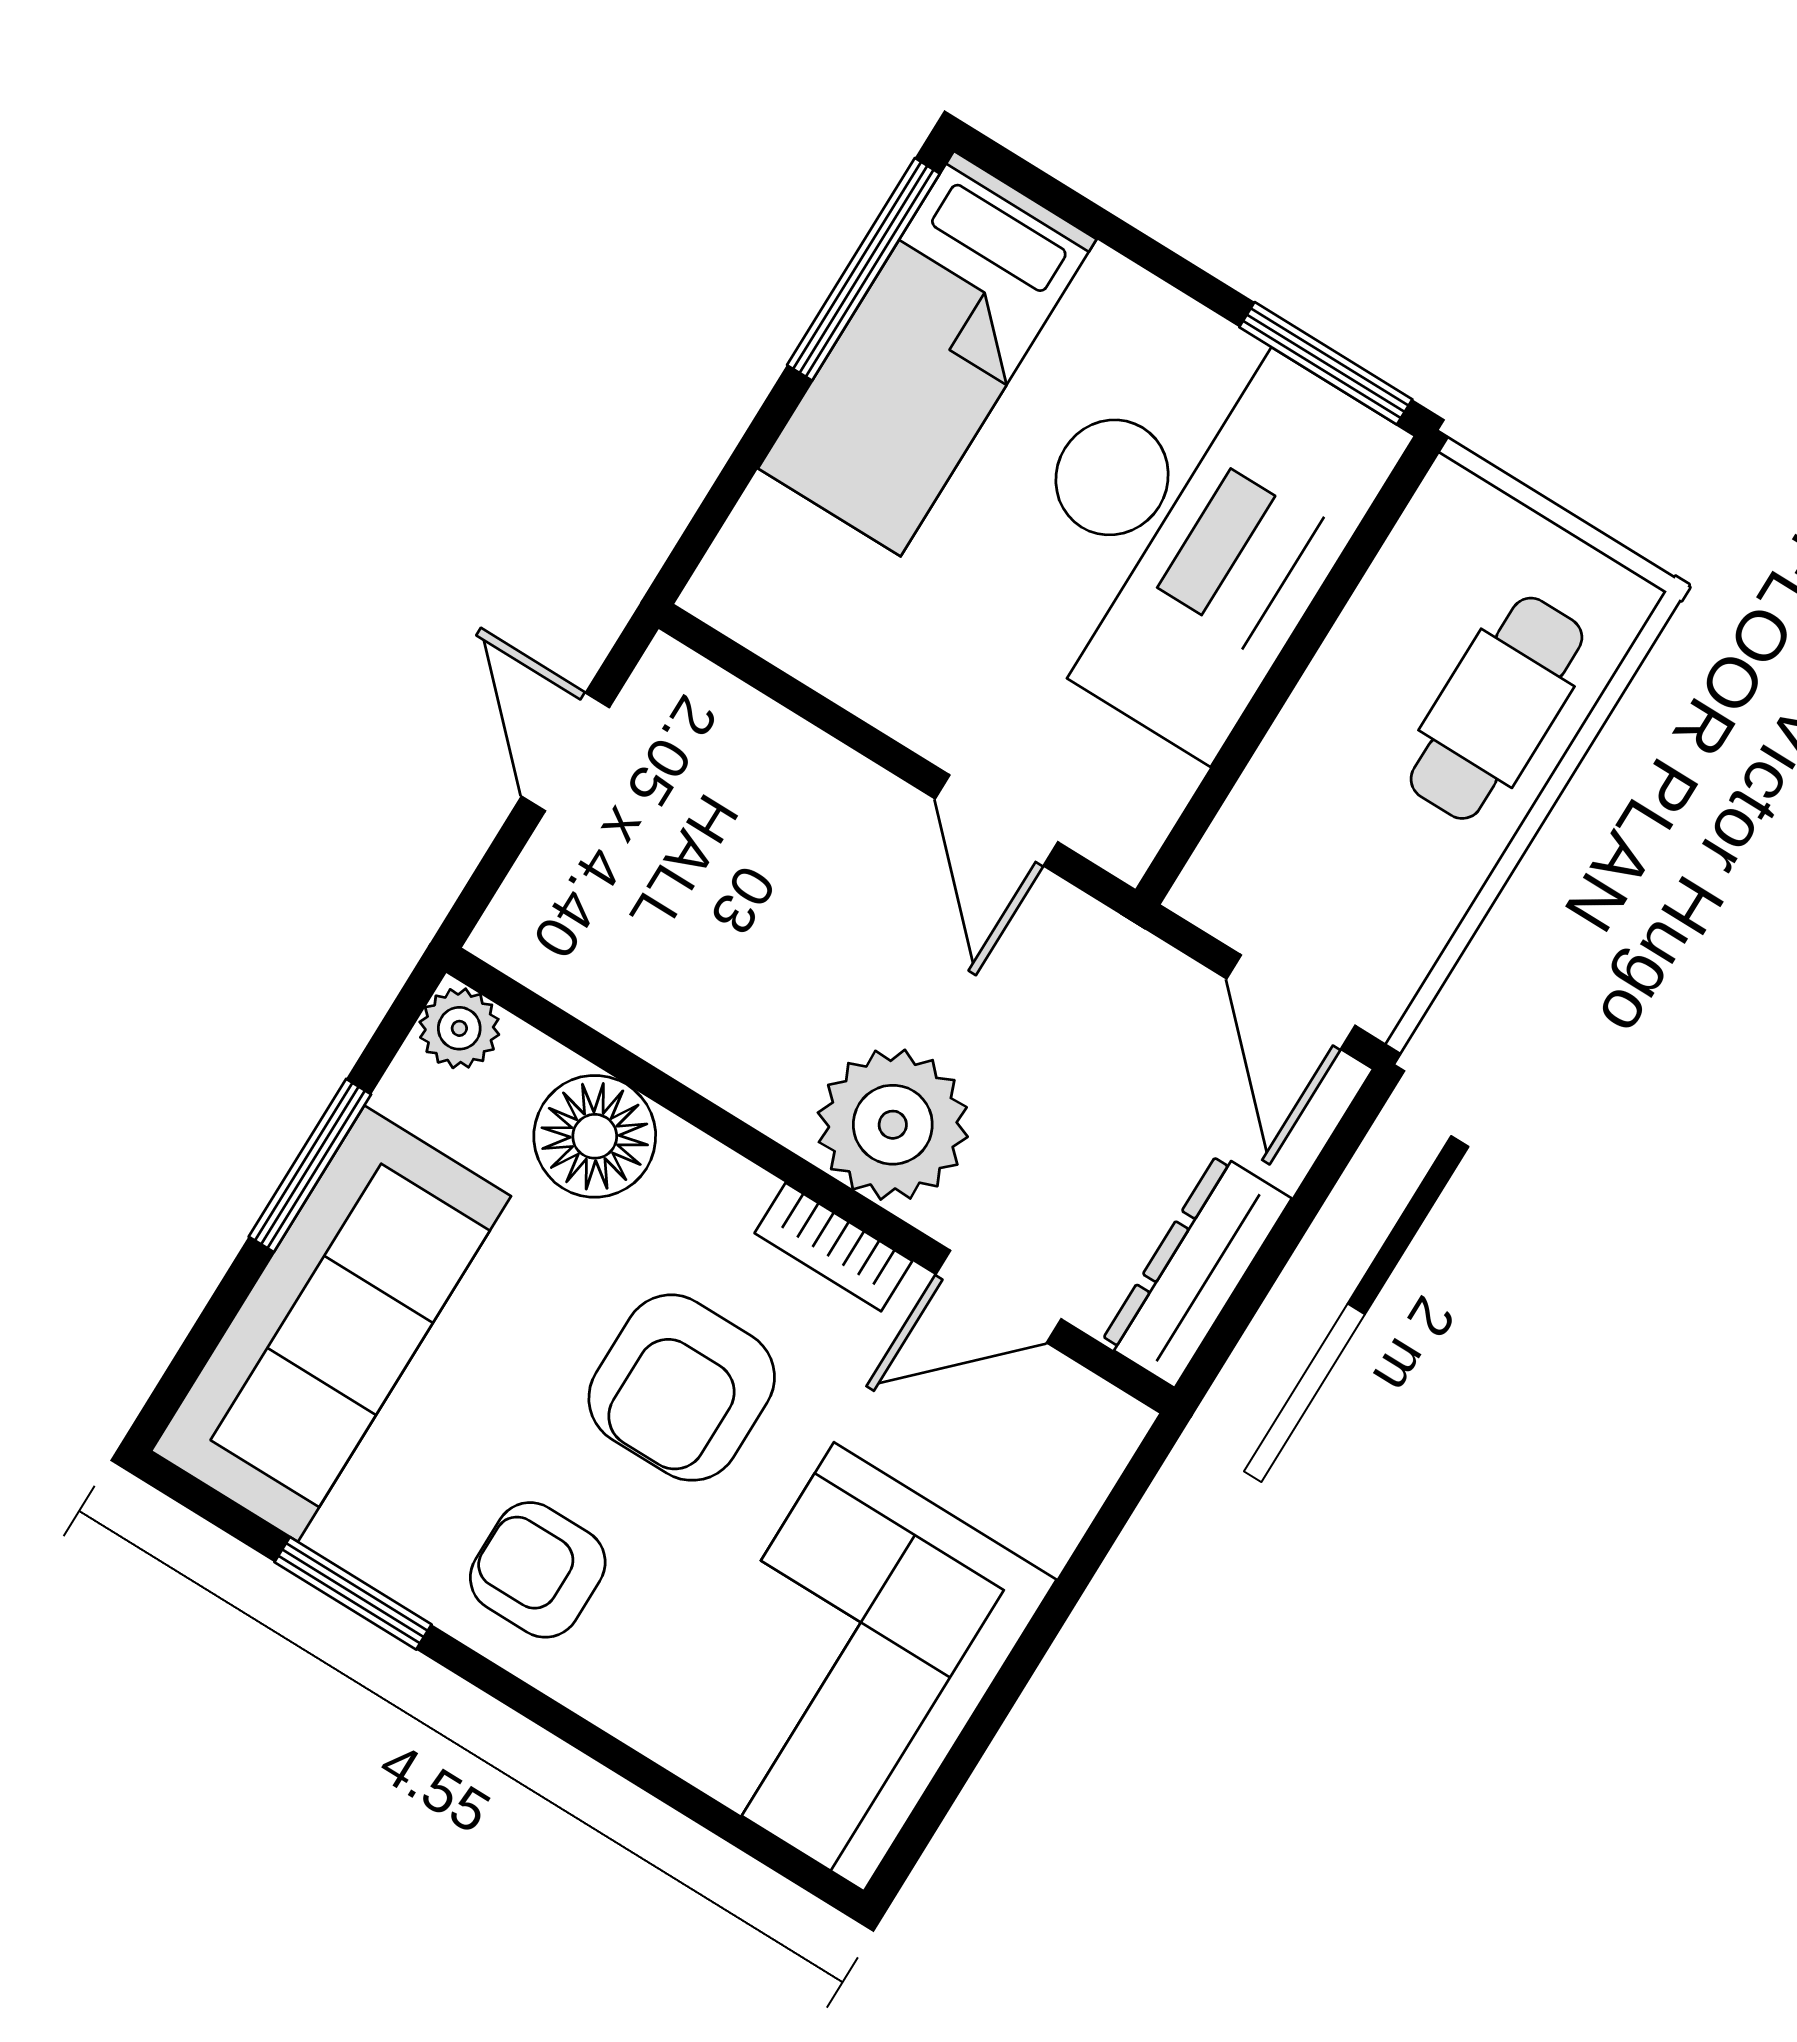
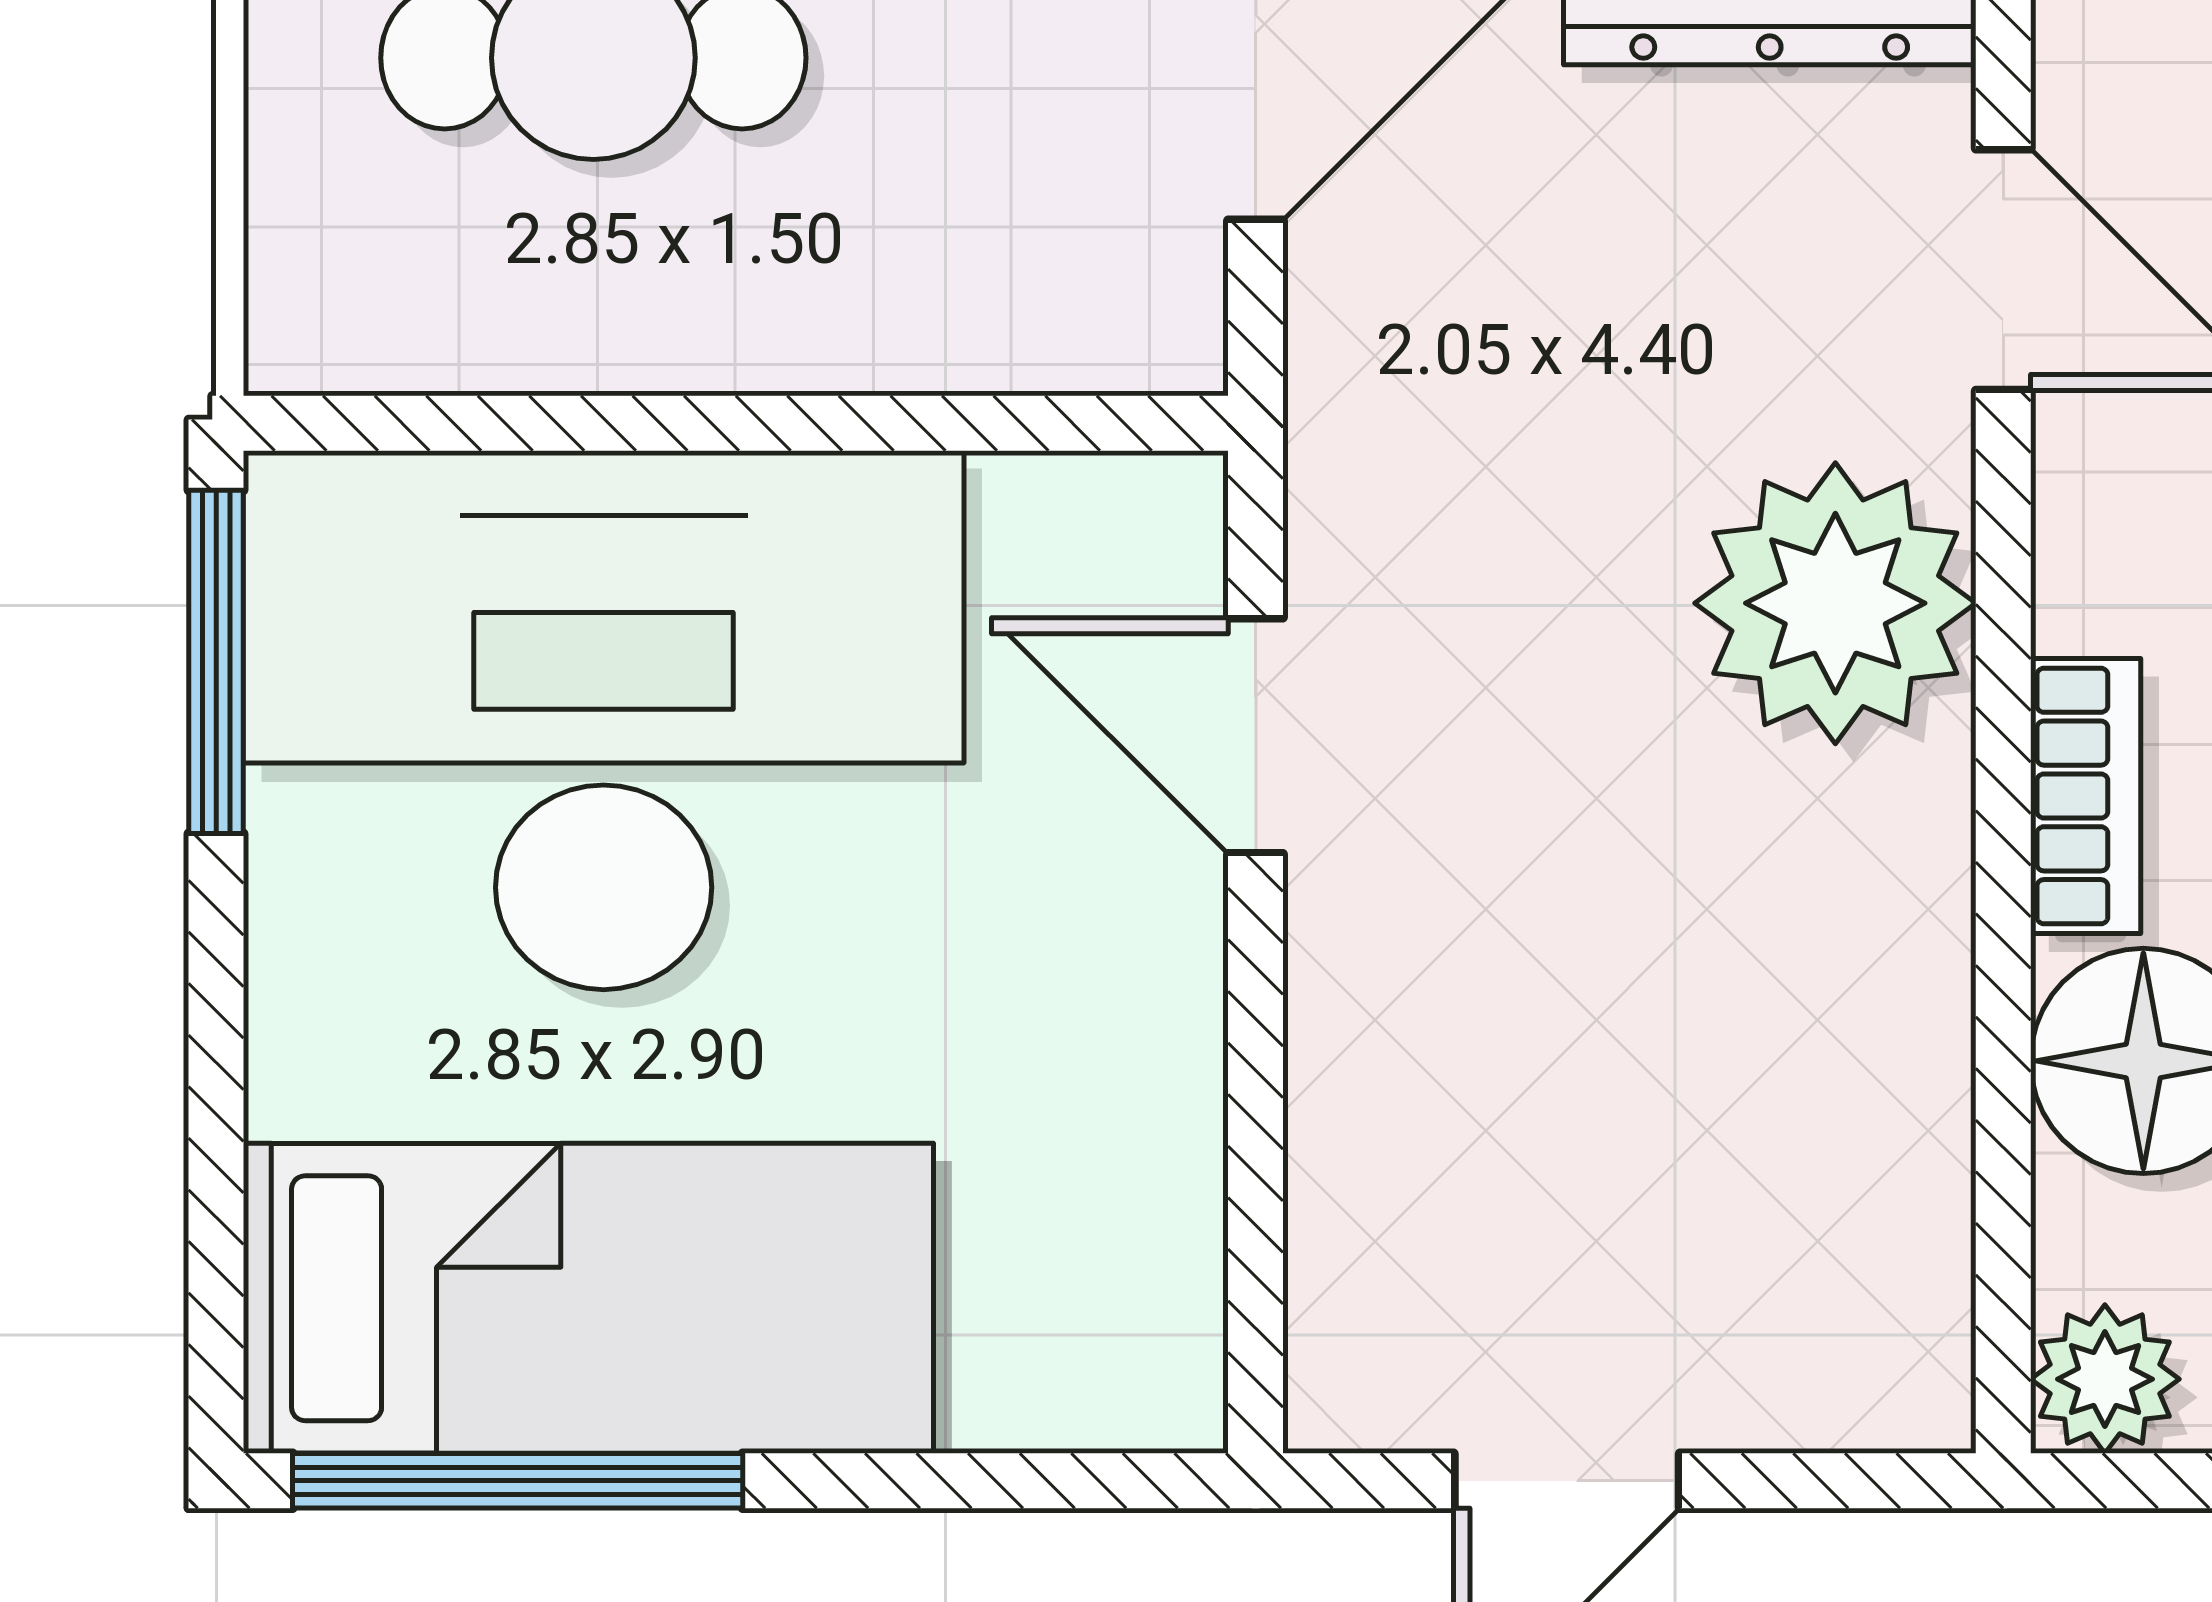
door: (997, 820) -> (1256, 736), swing flipped
bookcase: (833, 1247) -> (2086, 796), moved

